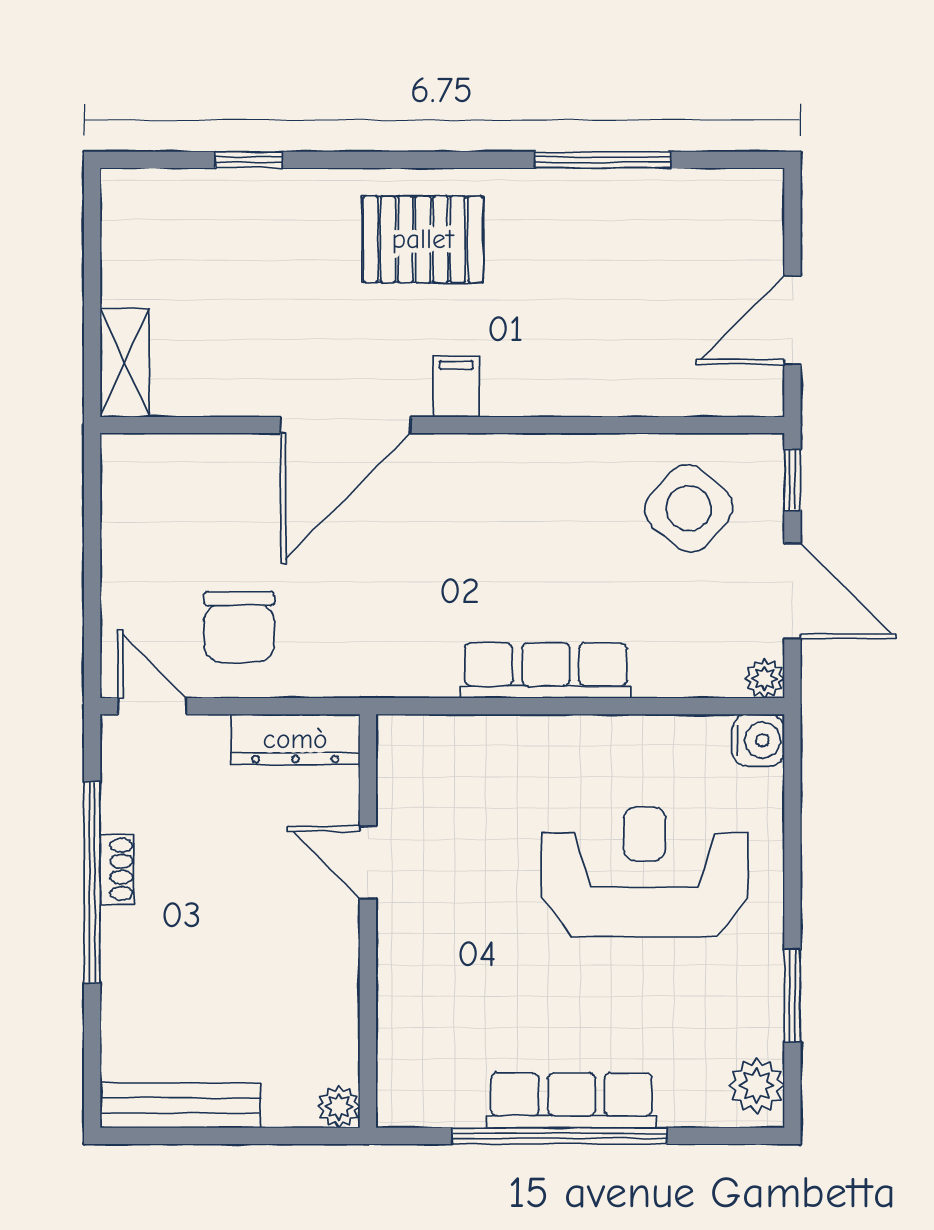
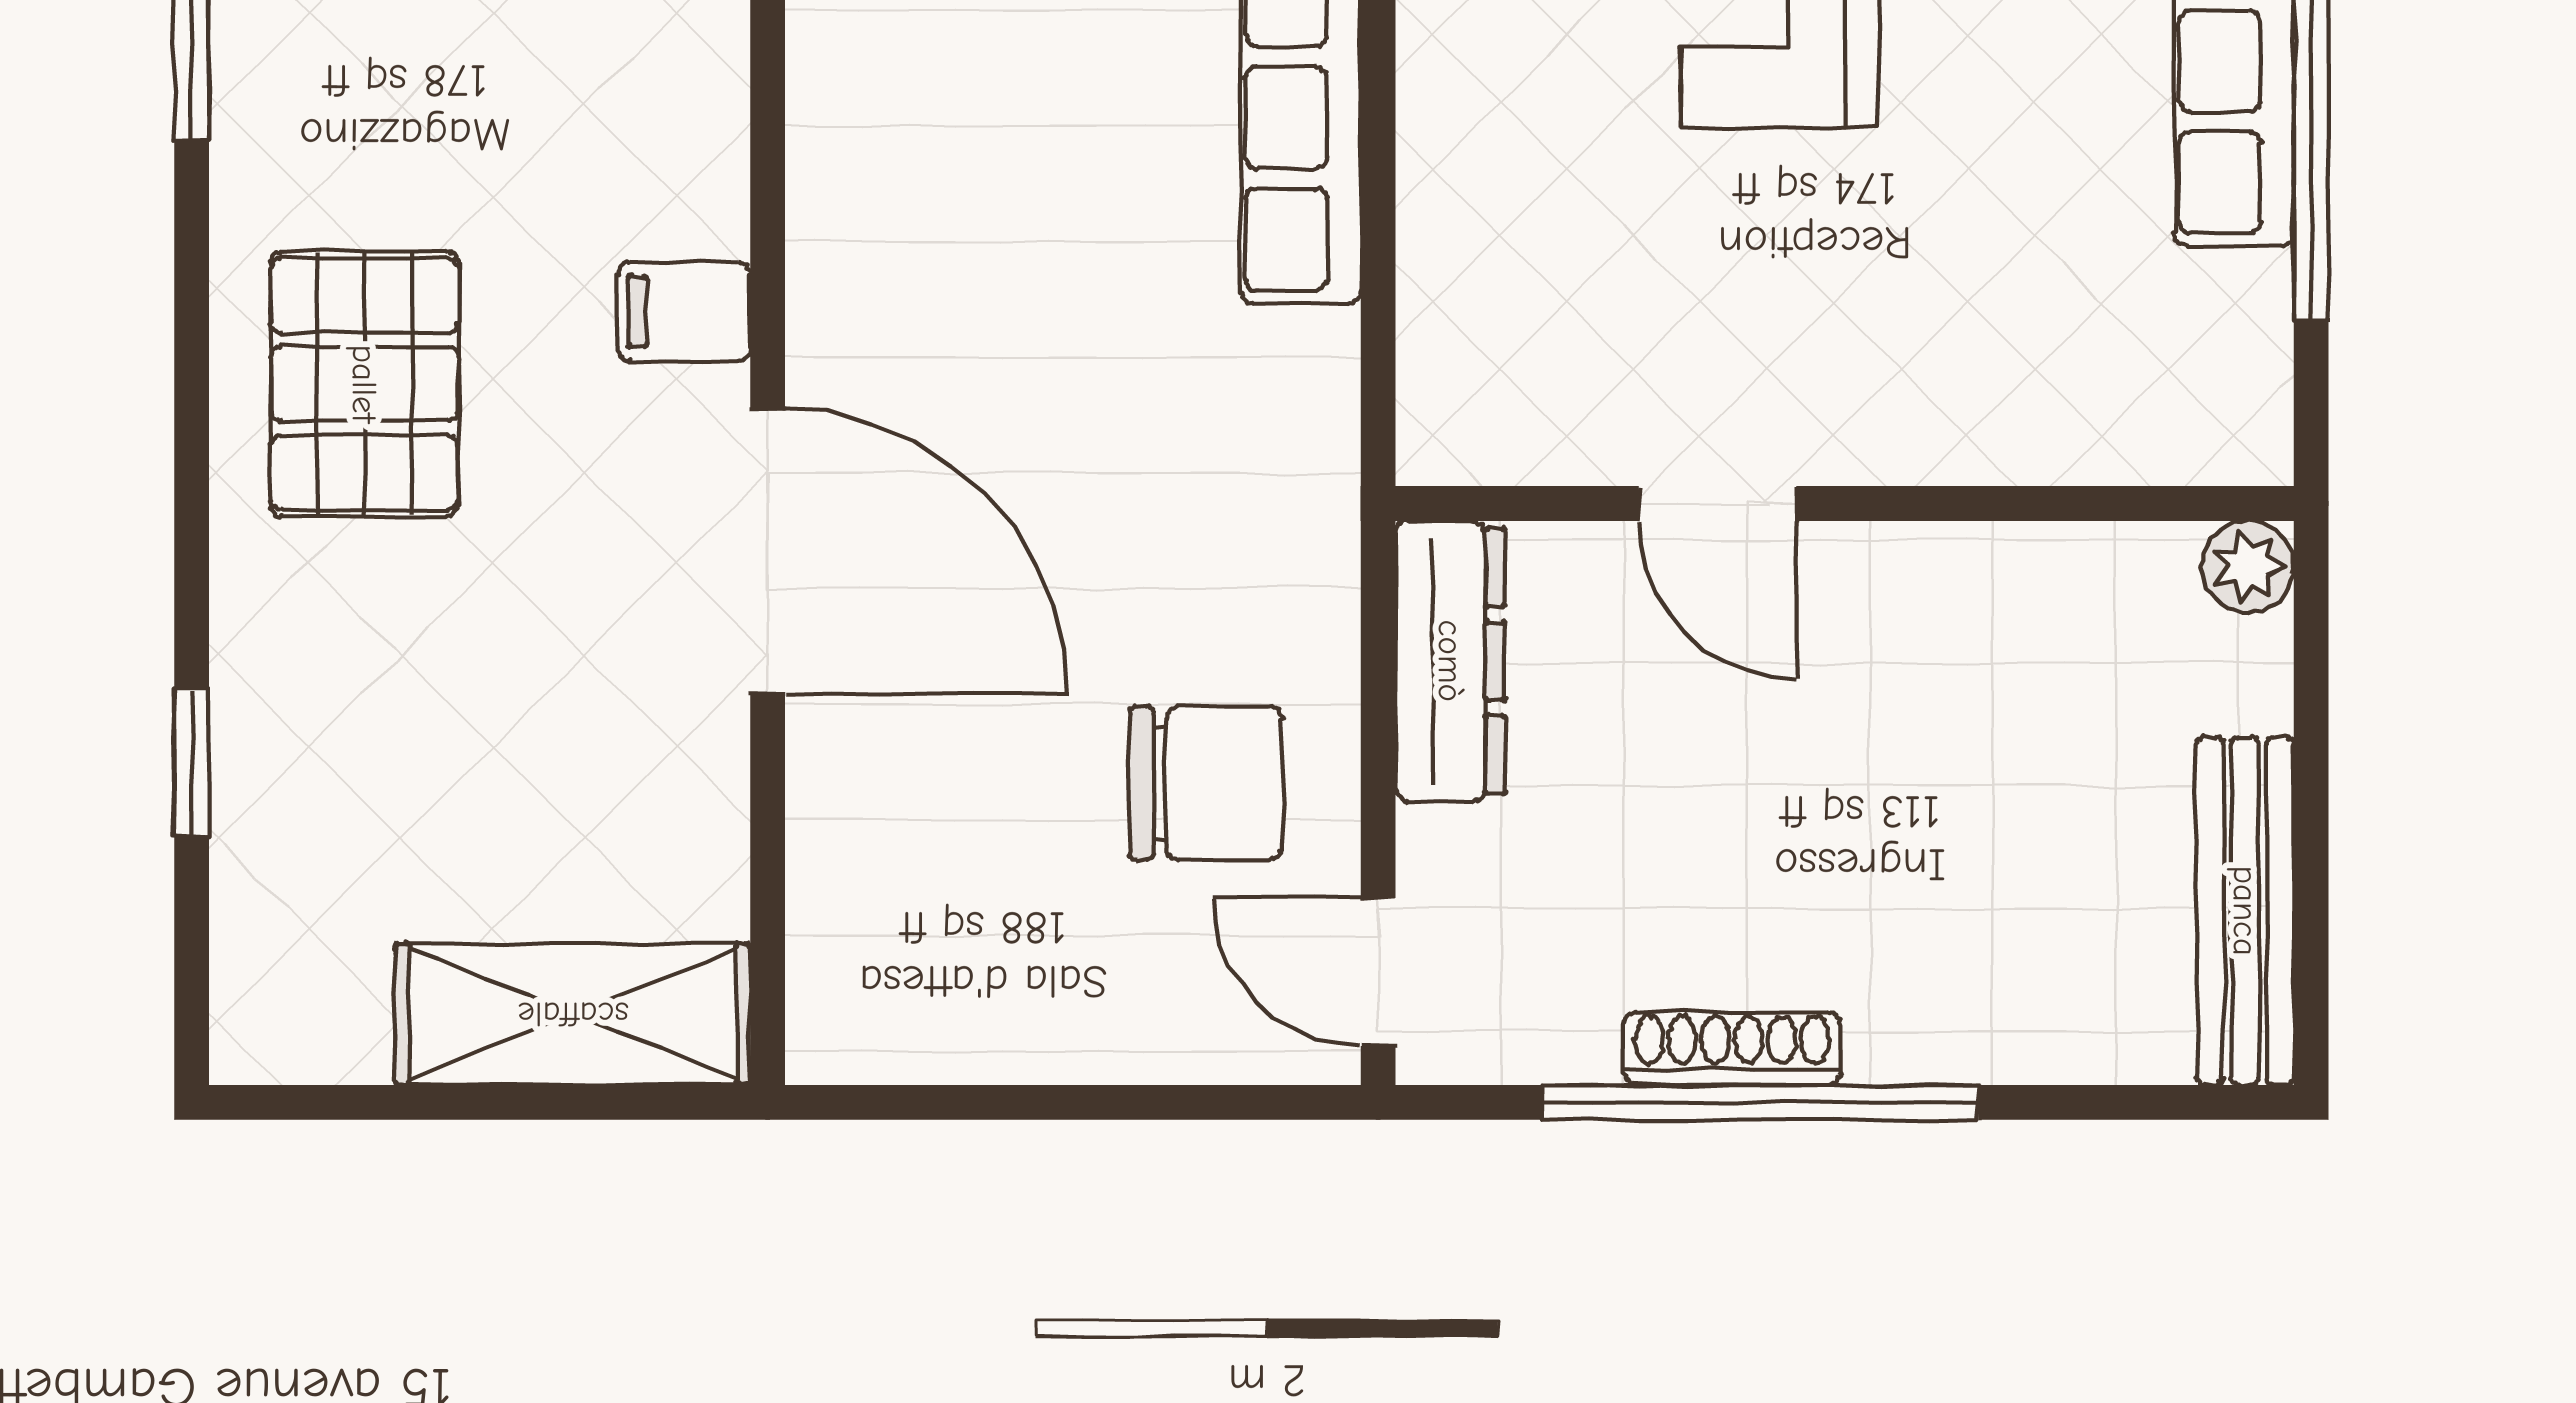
shelving: (125, 363) -> (573, 1014), width x1.50, depth x1.33
door: (152, 706) -> (1378, 972), hinge flipped
door: (368, 862) -> (1717, 504), hinge flipped
shoe rack: (117, 869) -> (1732, 1048), width x1.43

